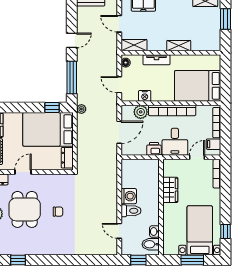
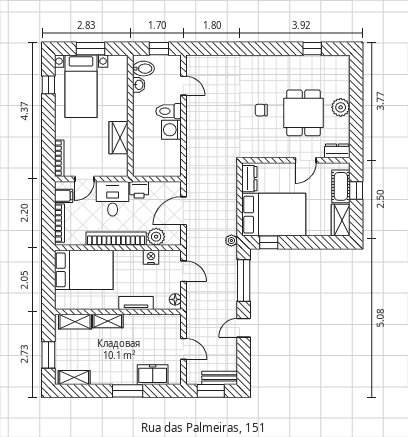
shelving: (134, 45) -> (75, 322), moved

